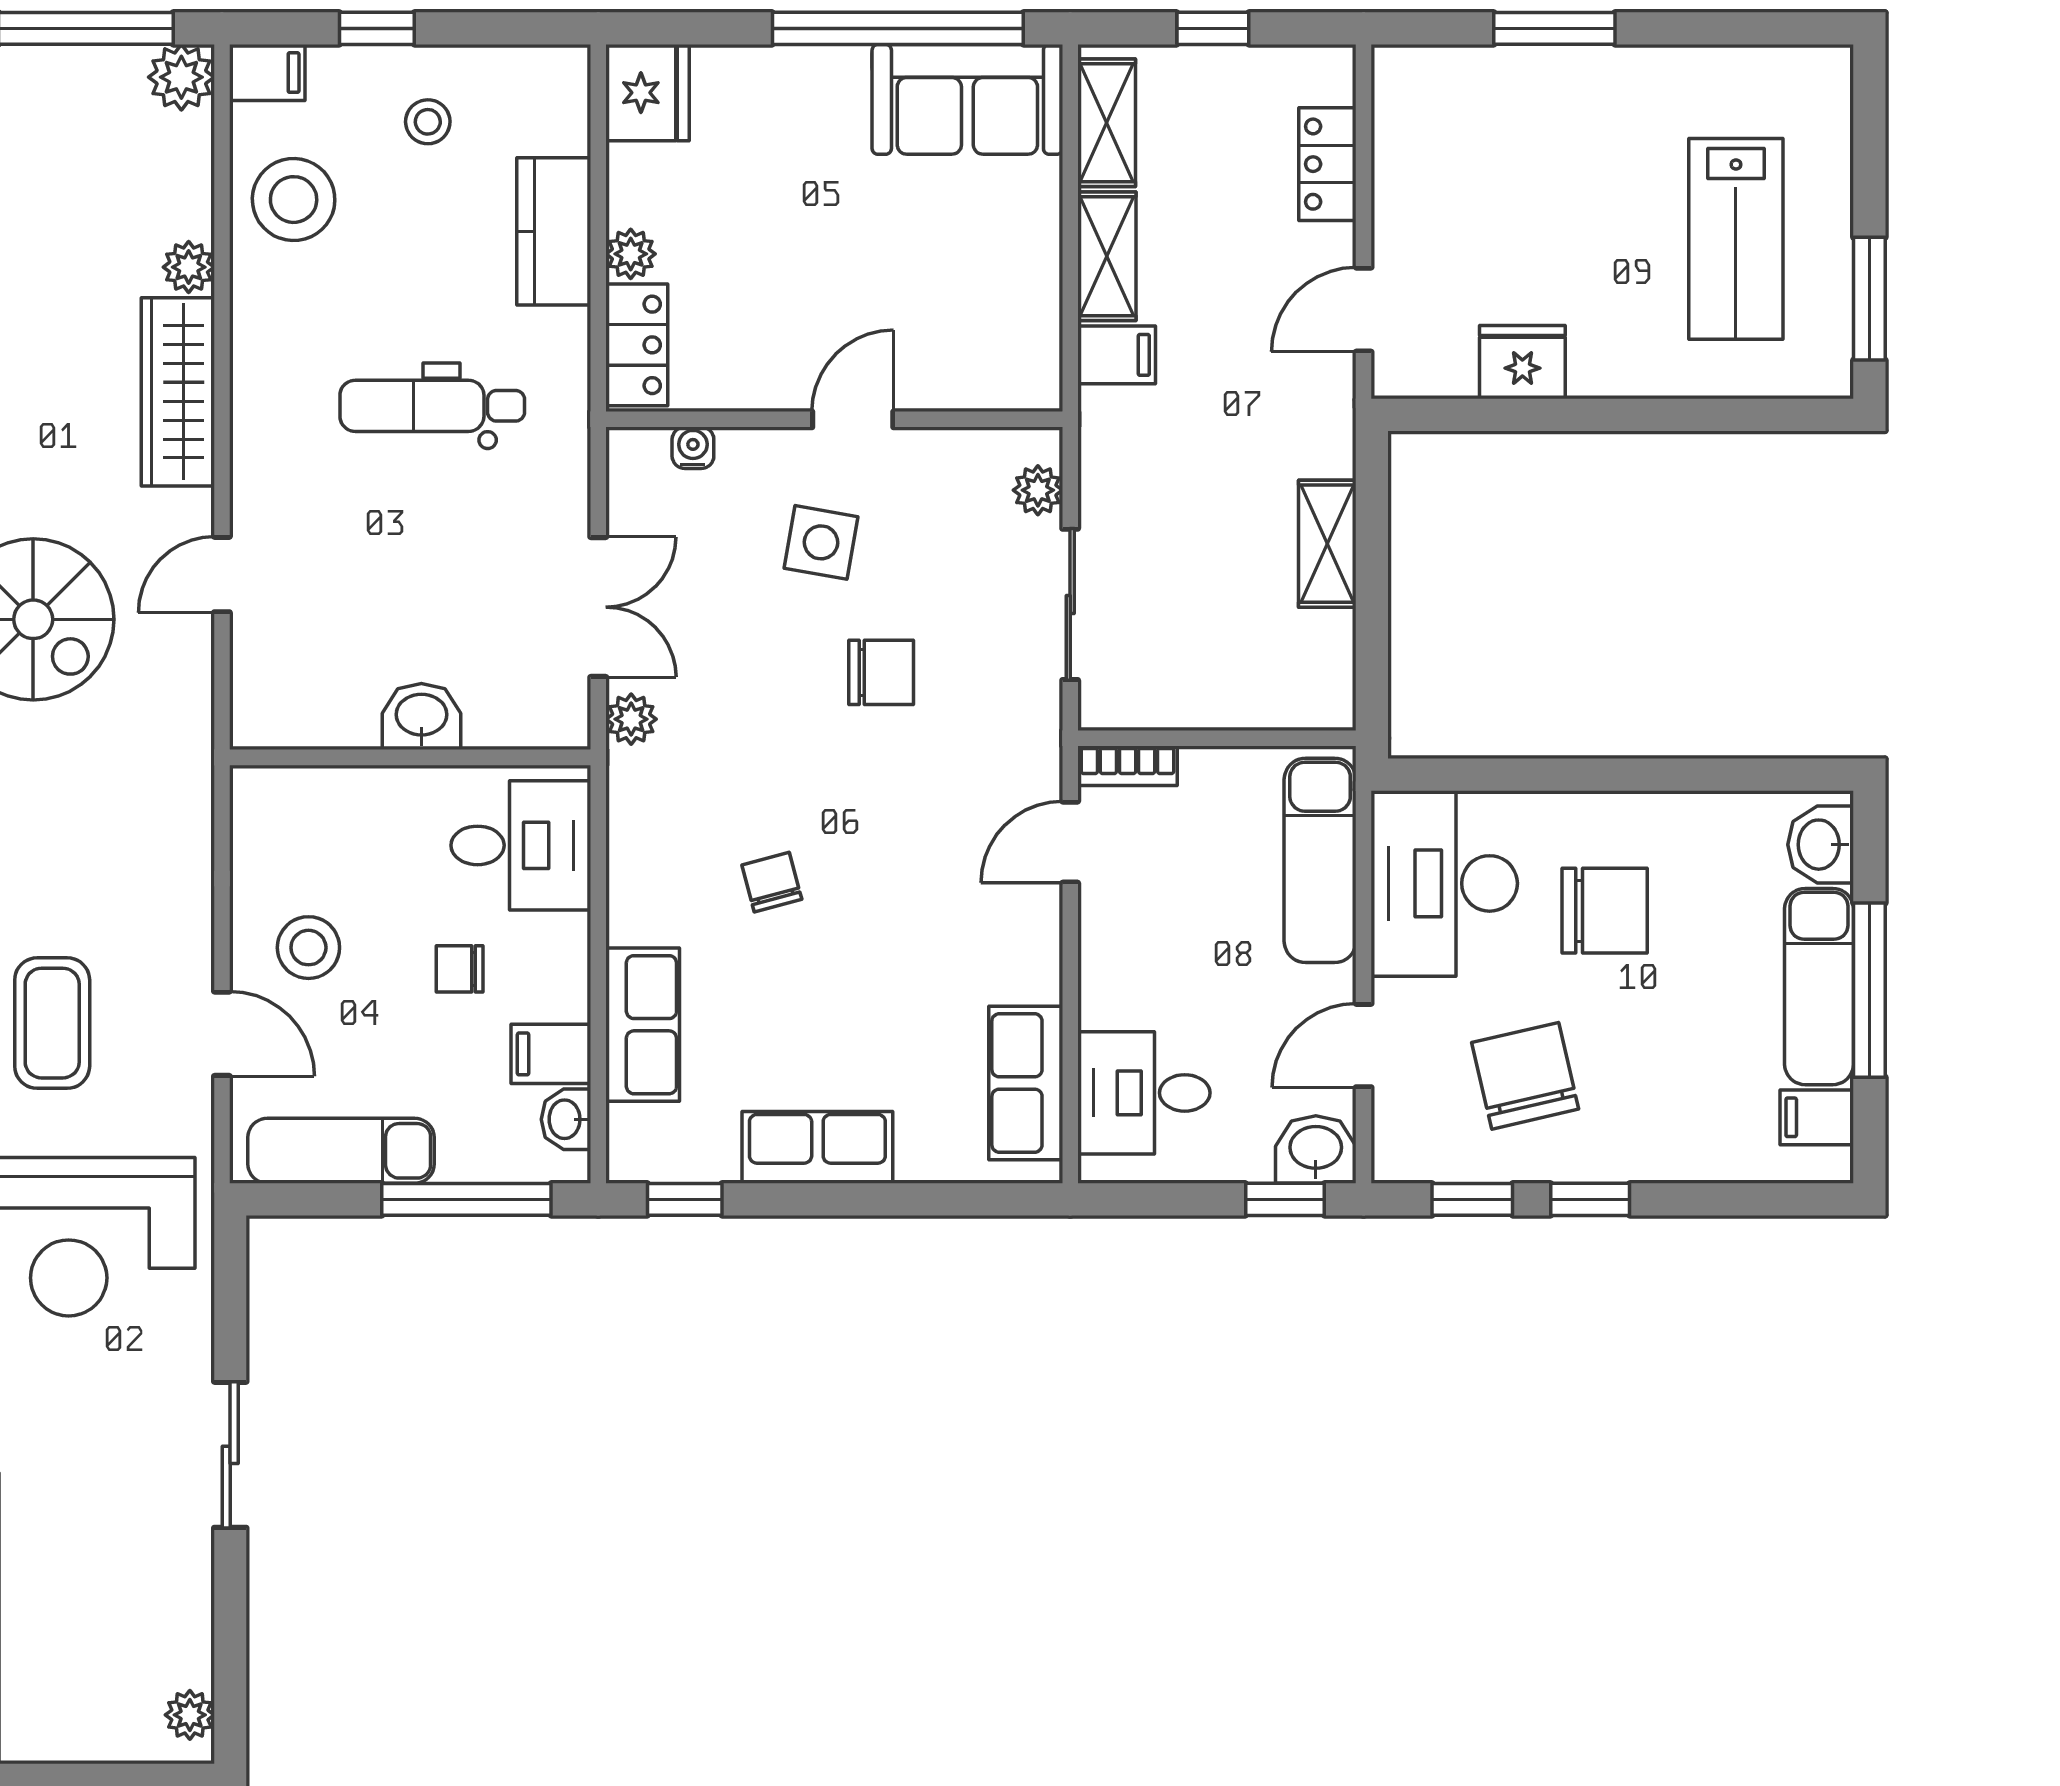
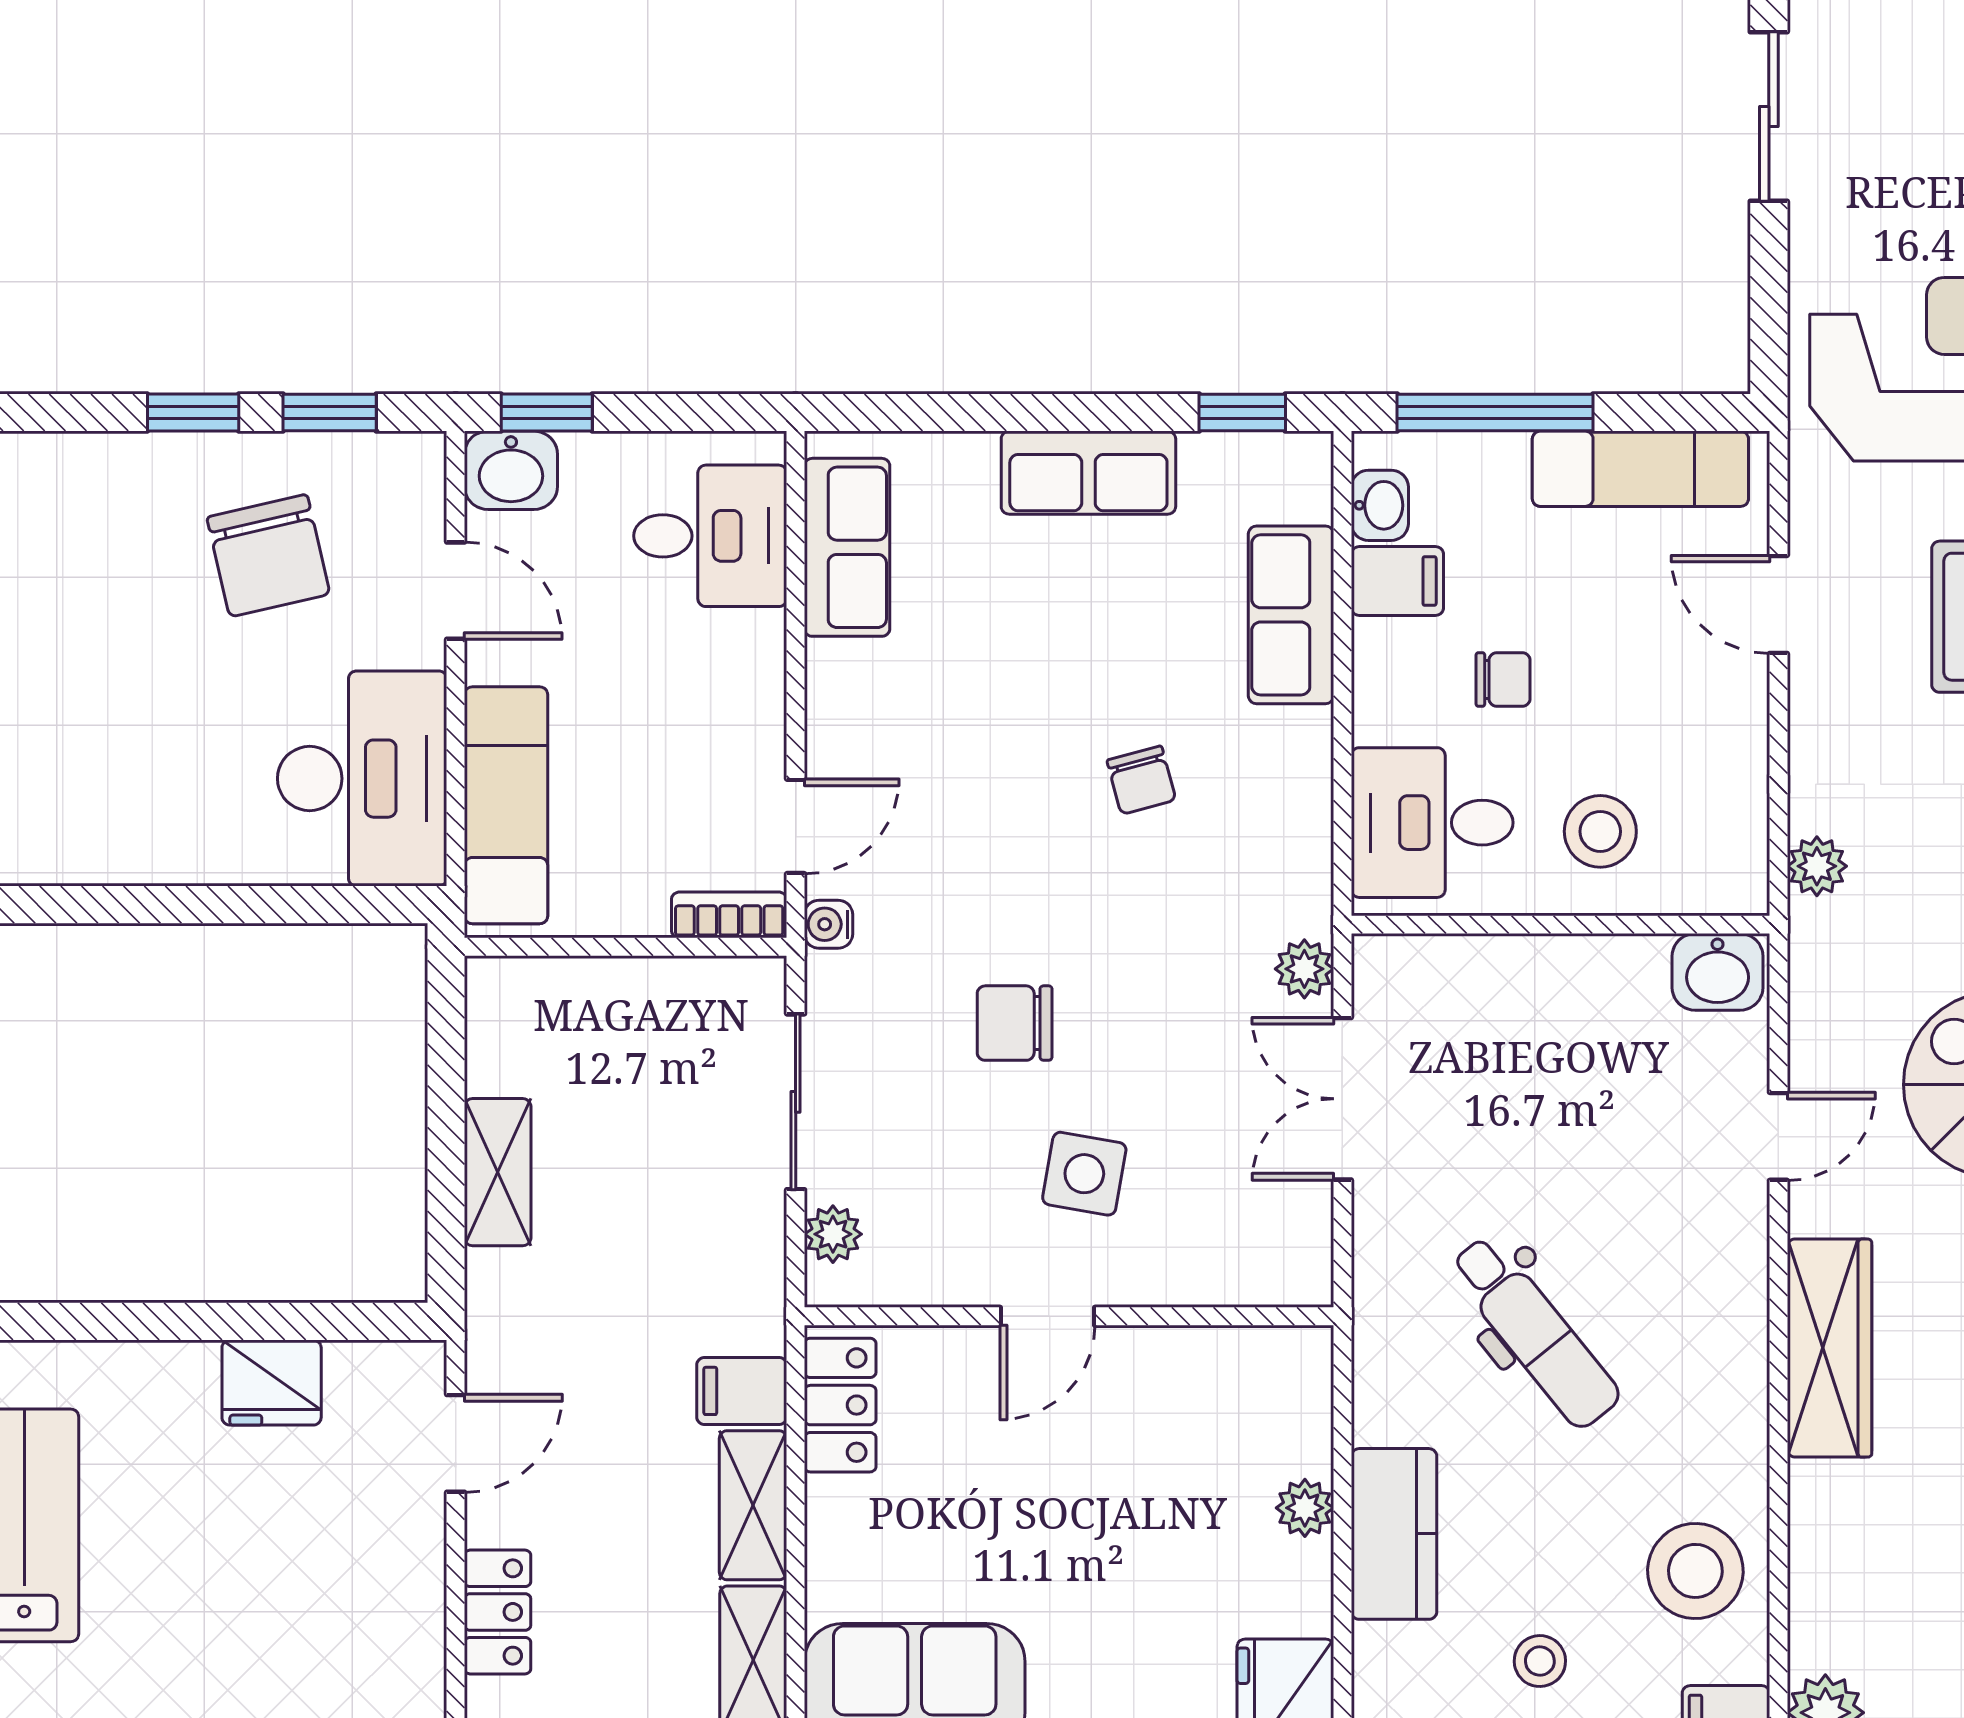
plant: (189, 267) -> (1817, 866), moved
locker: (637, 345) -> (840, 1405), moved, turned 180
dental chair: (432, 406) -> (1535, 1332), turned 51
water cooler: (693, 448) -> (828, 924), moved, turned 90
washbasin: (421, 717) -> (1718, 972), moved
chair: (1605, 911) -> (176, 747), removed
stool: (308, 948) -> (1600, 831), moved
door: (1364, 1046) -> (456, 591), hinge flipped

